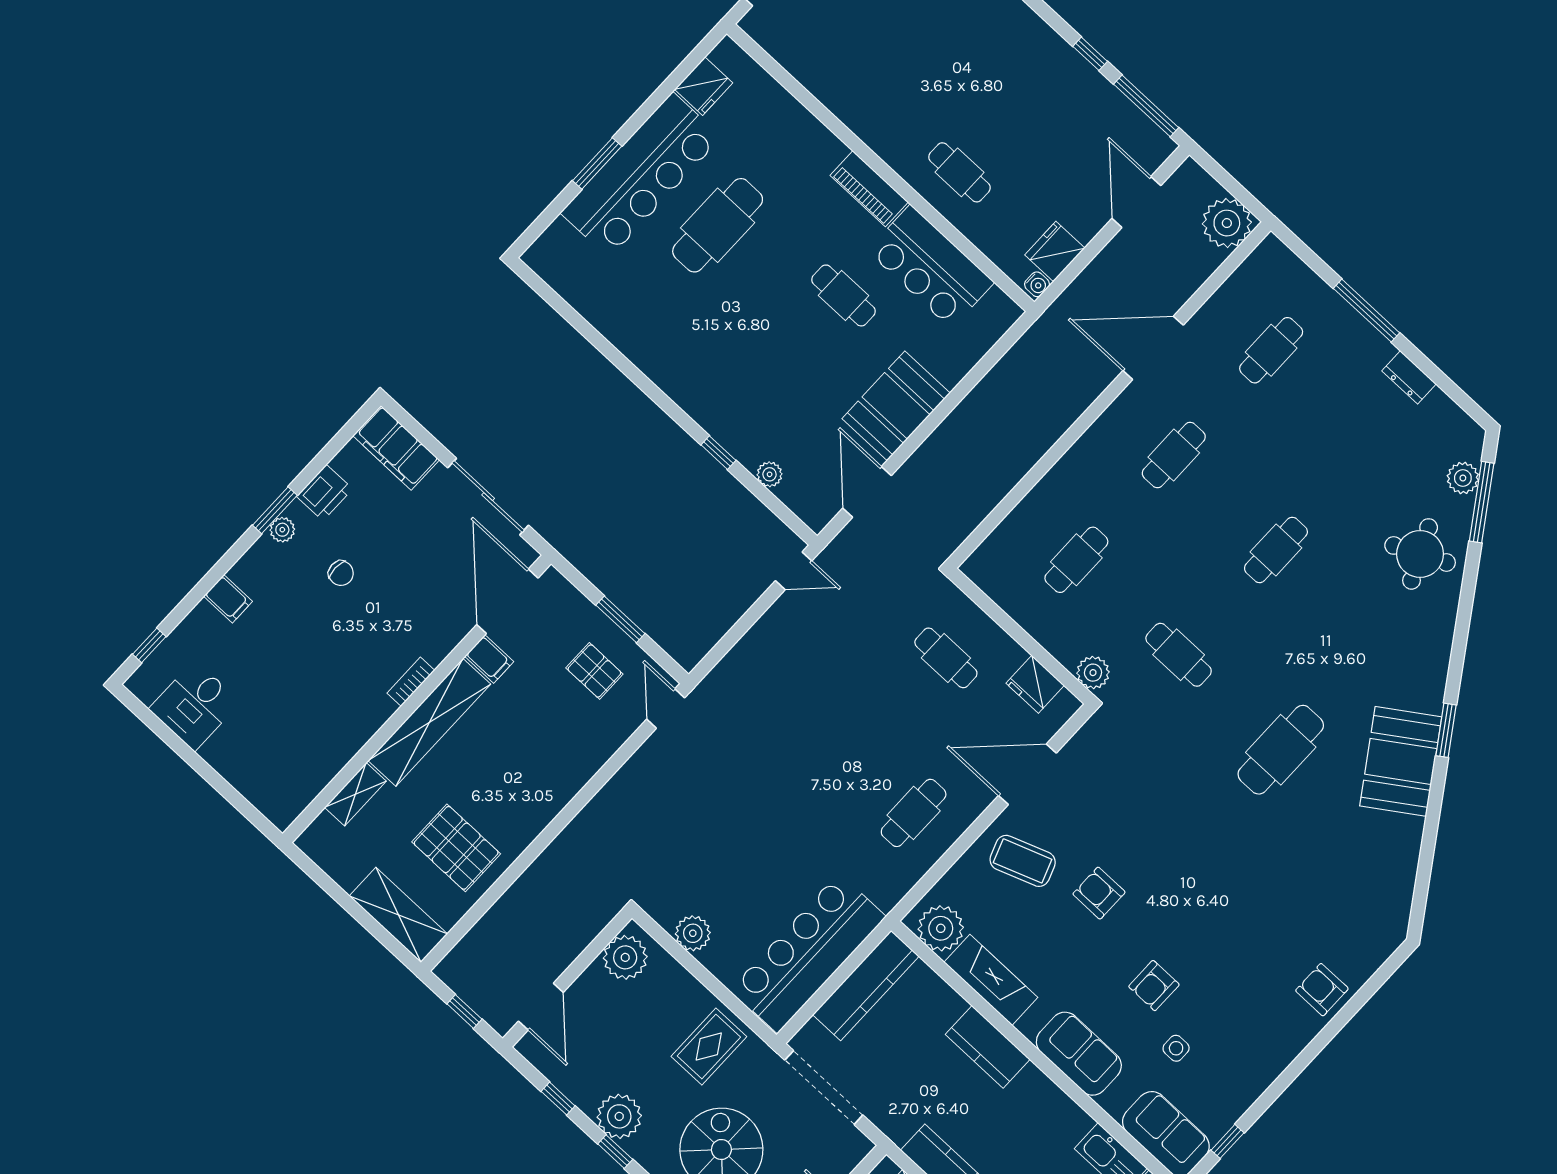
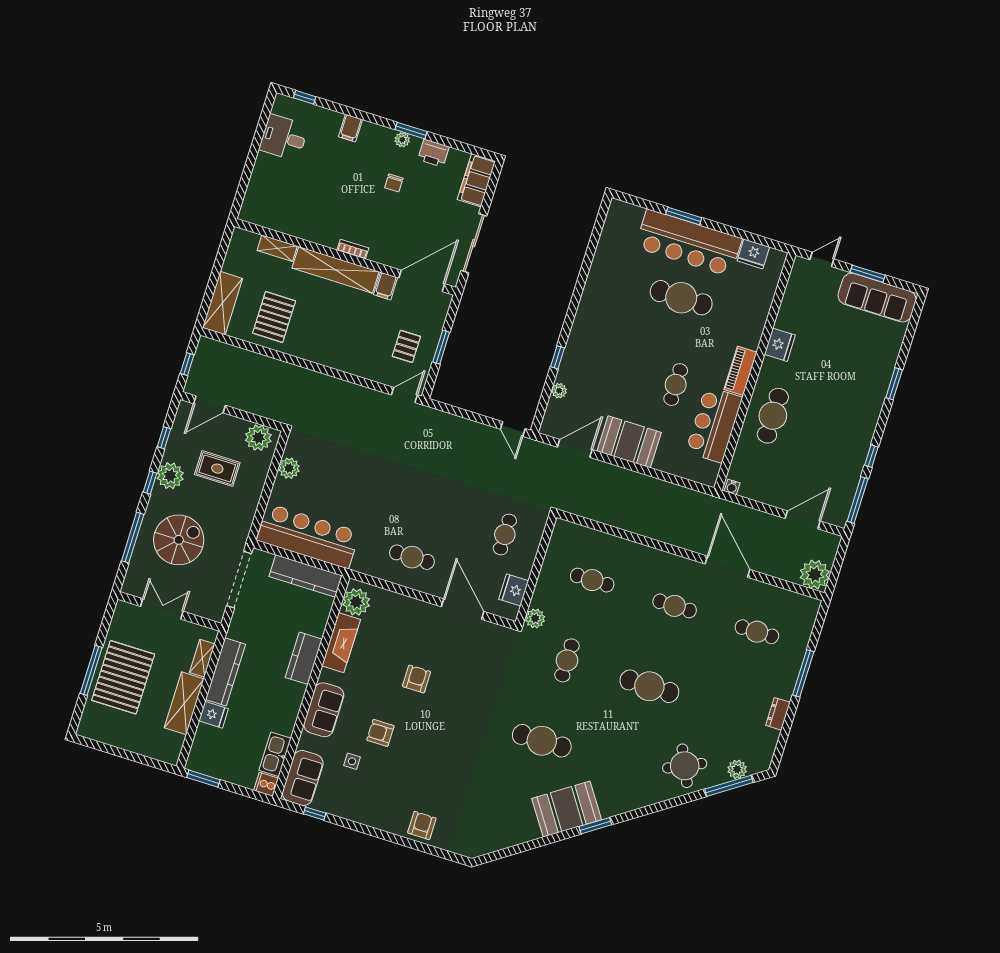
cafe table: (959, 172) -> (773, 416), width x1.37, depth x1.35
fridge: (1055, 252) -> (780, 345), moved, turned 90
cafe table: (1276, 550) -> (649, 686), width x1.37, depth x1.35
coffee table: (1023, 861) -> (414, 629), removed
rug: (709, 1047) -> (217, 469), moved

